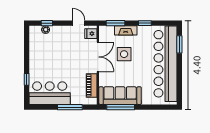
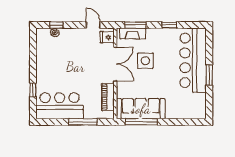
fireplace: (126, 30) -> (133, 33), moved
window: (179, 44) -> (209, 75), moved
bar counter: (166, 64) -> (193, 60), width x0.73

